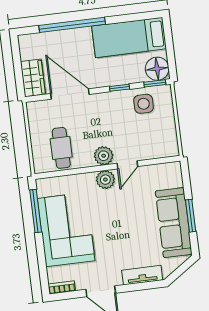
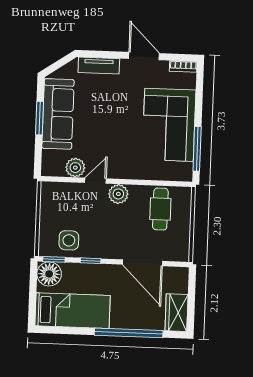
wardrobe: (33, 78) -> (177, 313), moved
plant: (105, 180) -> (75, 168), moved

